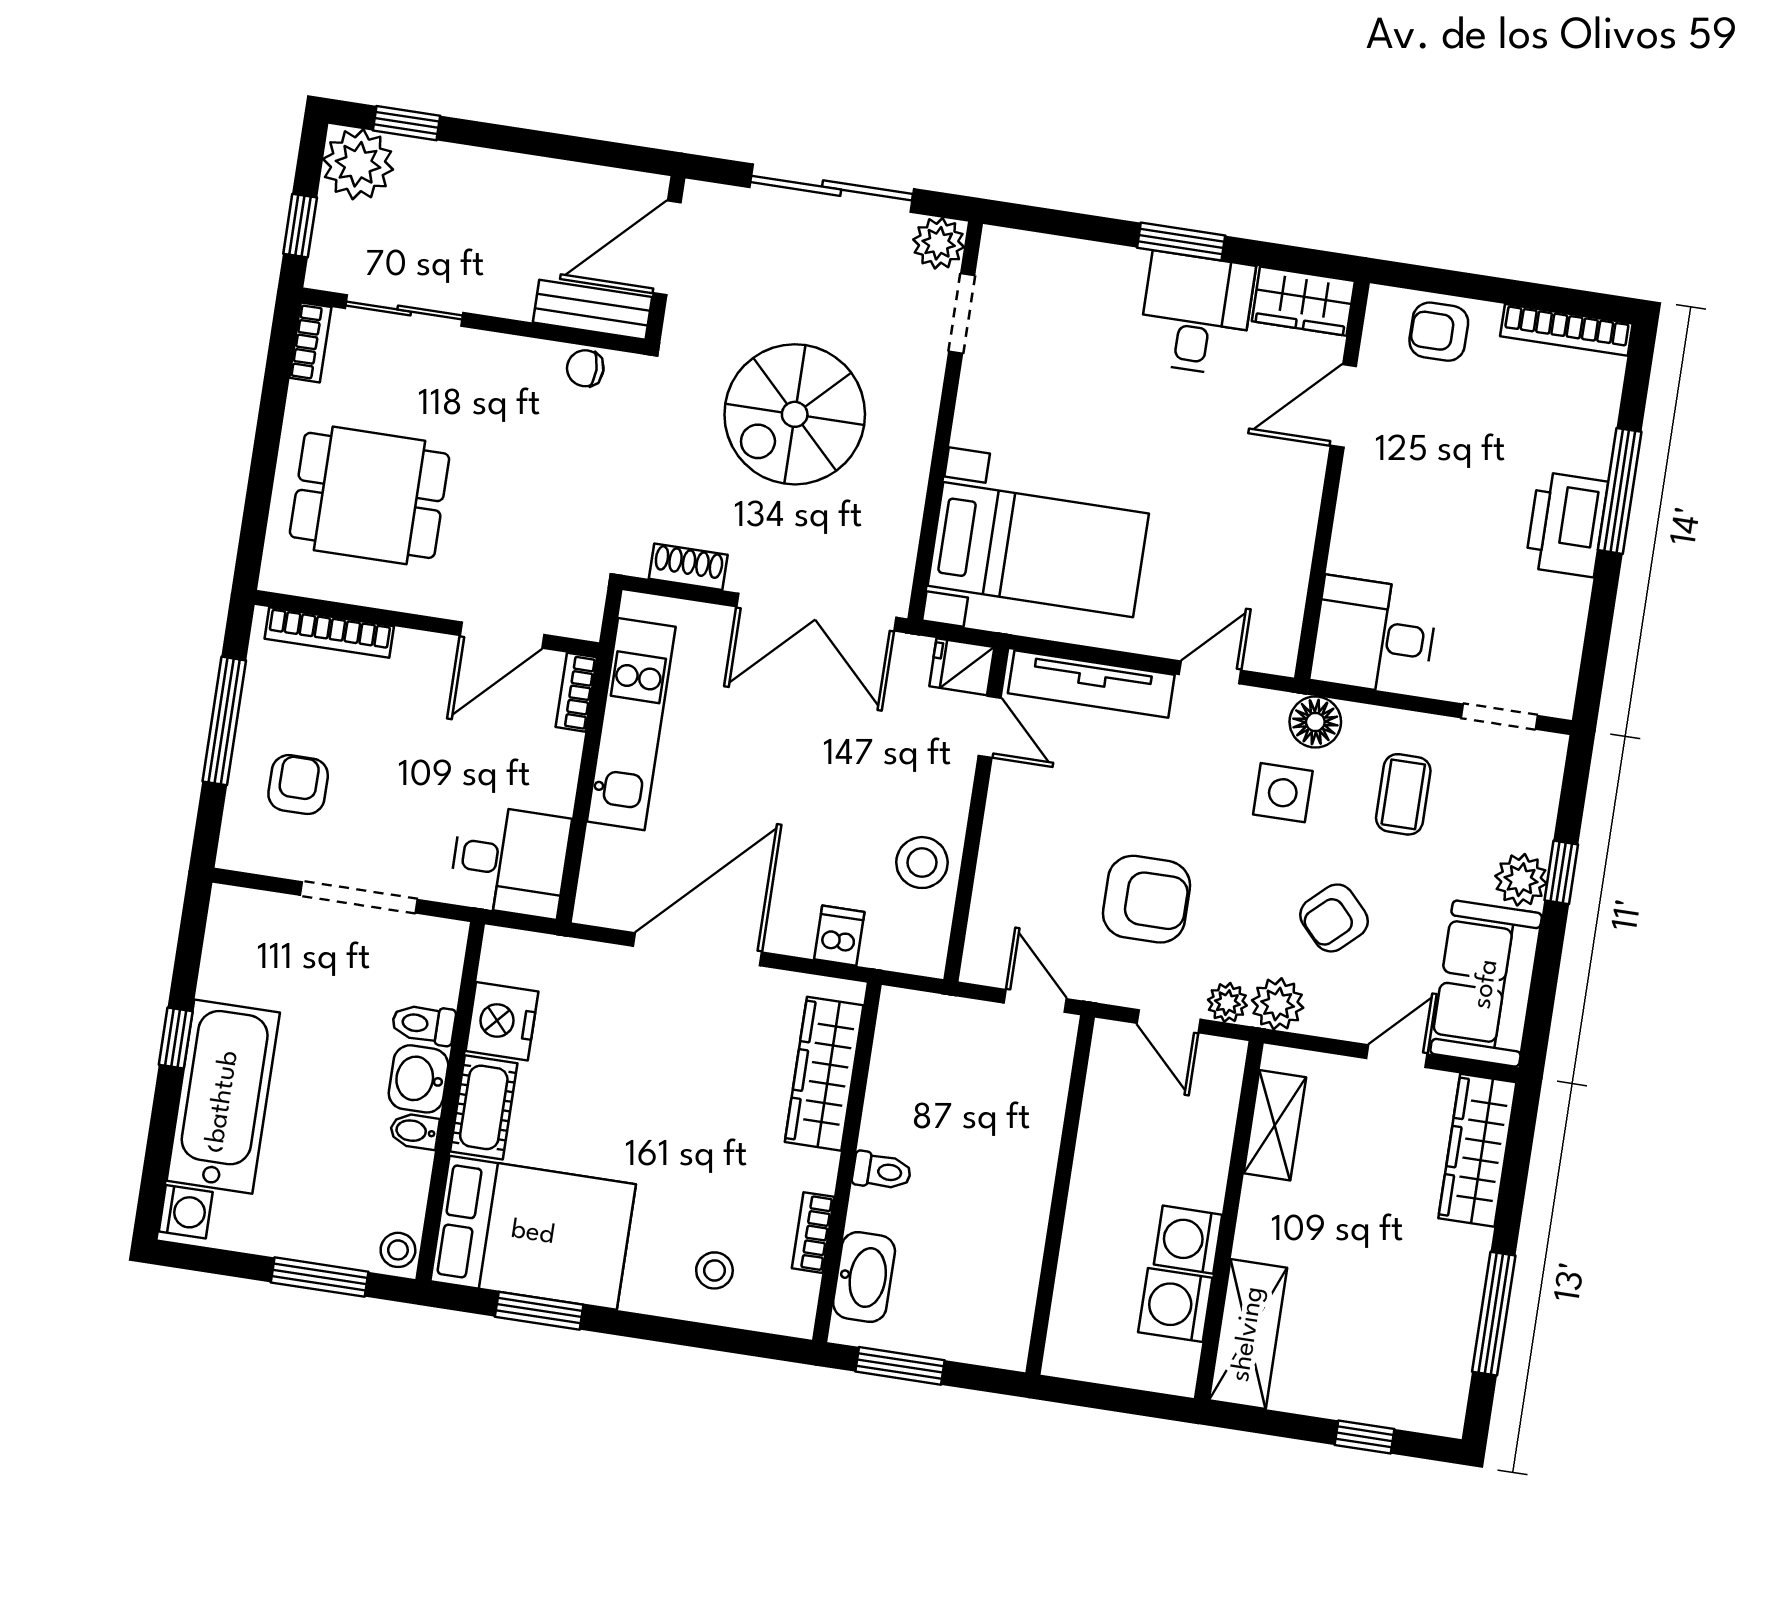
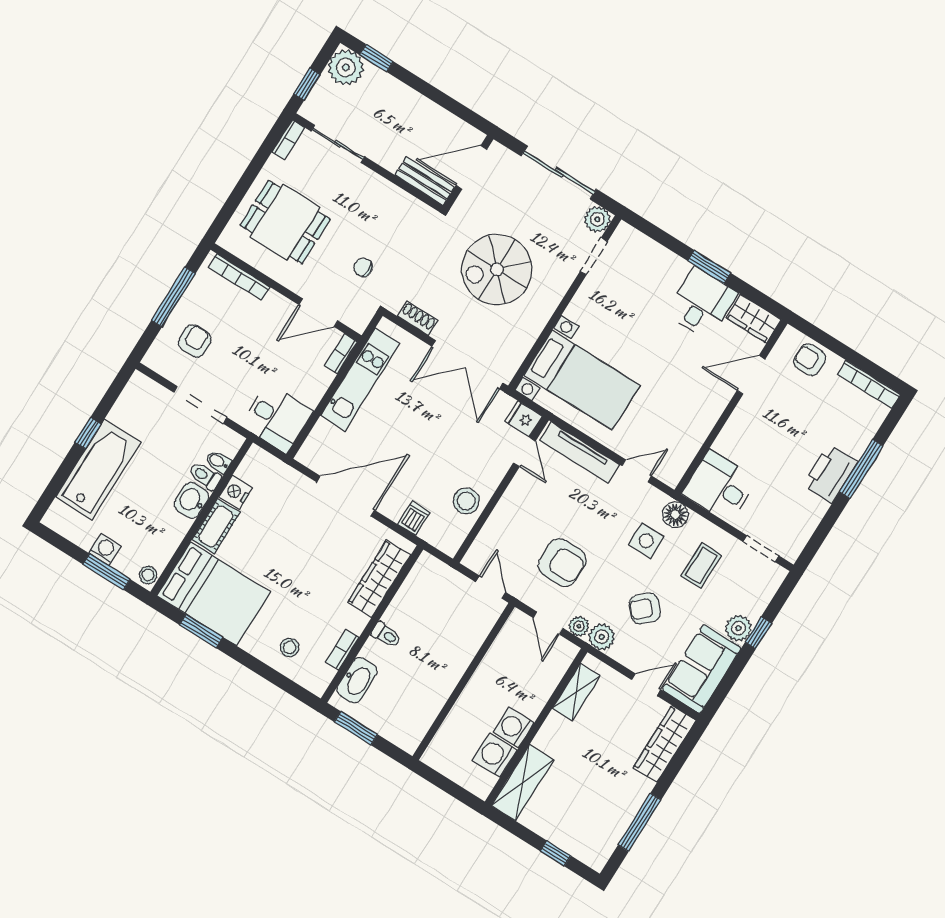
chair: (585, 368) -> (363, 267), moved
nightstand: (502, 1021) -> (236, 492), width x0.74, depth x0.75
bidet: (414, 1131) -> (218, 461), moved
washing machine: (186, 1212) -> (105, 549), moved, turned -90

